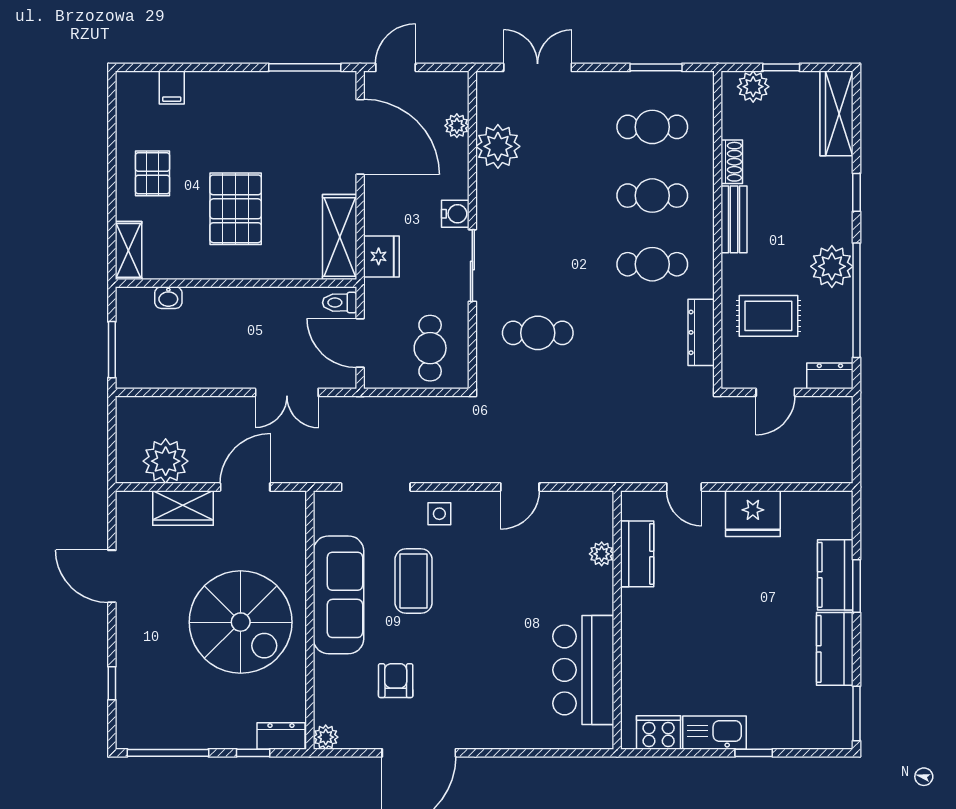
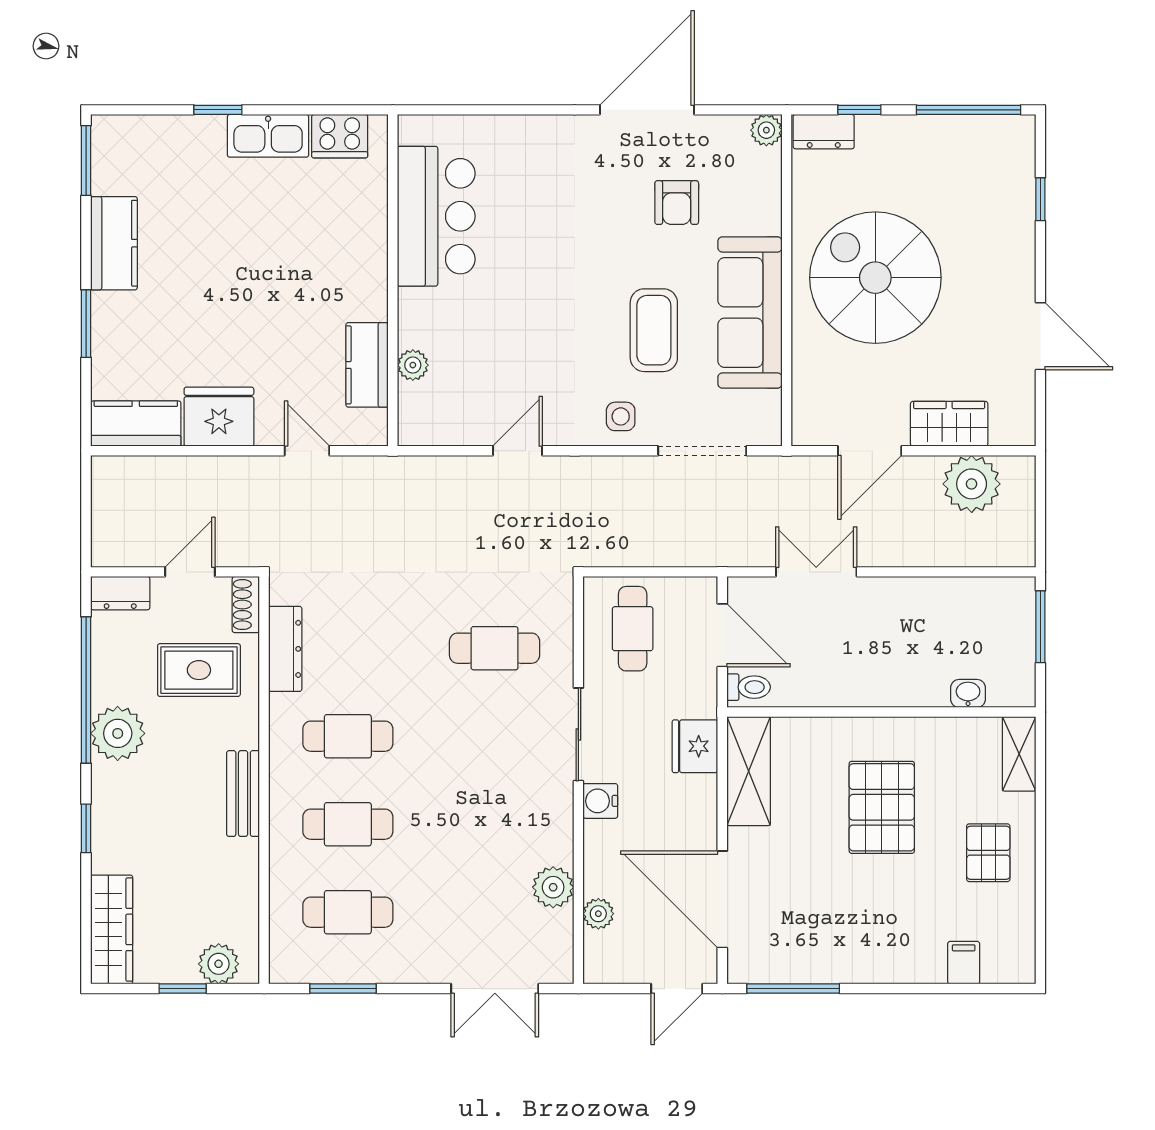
plant: (498, 146) -> (553, 887), width x0.73, depth x0.73
shoe rack: (732, 162) -> (246, 605), moved
kitchen counter: (835, 575) -> (136, 424), moved, turned -90

